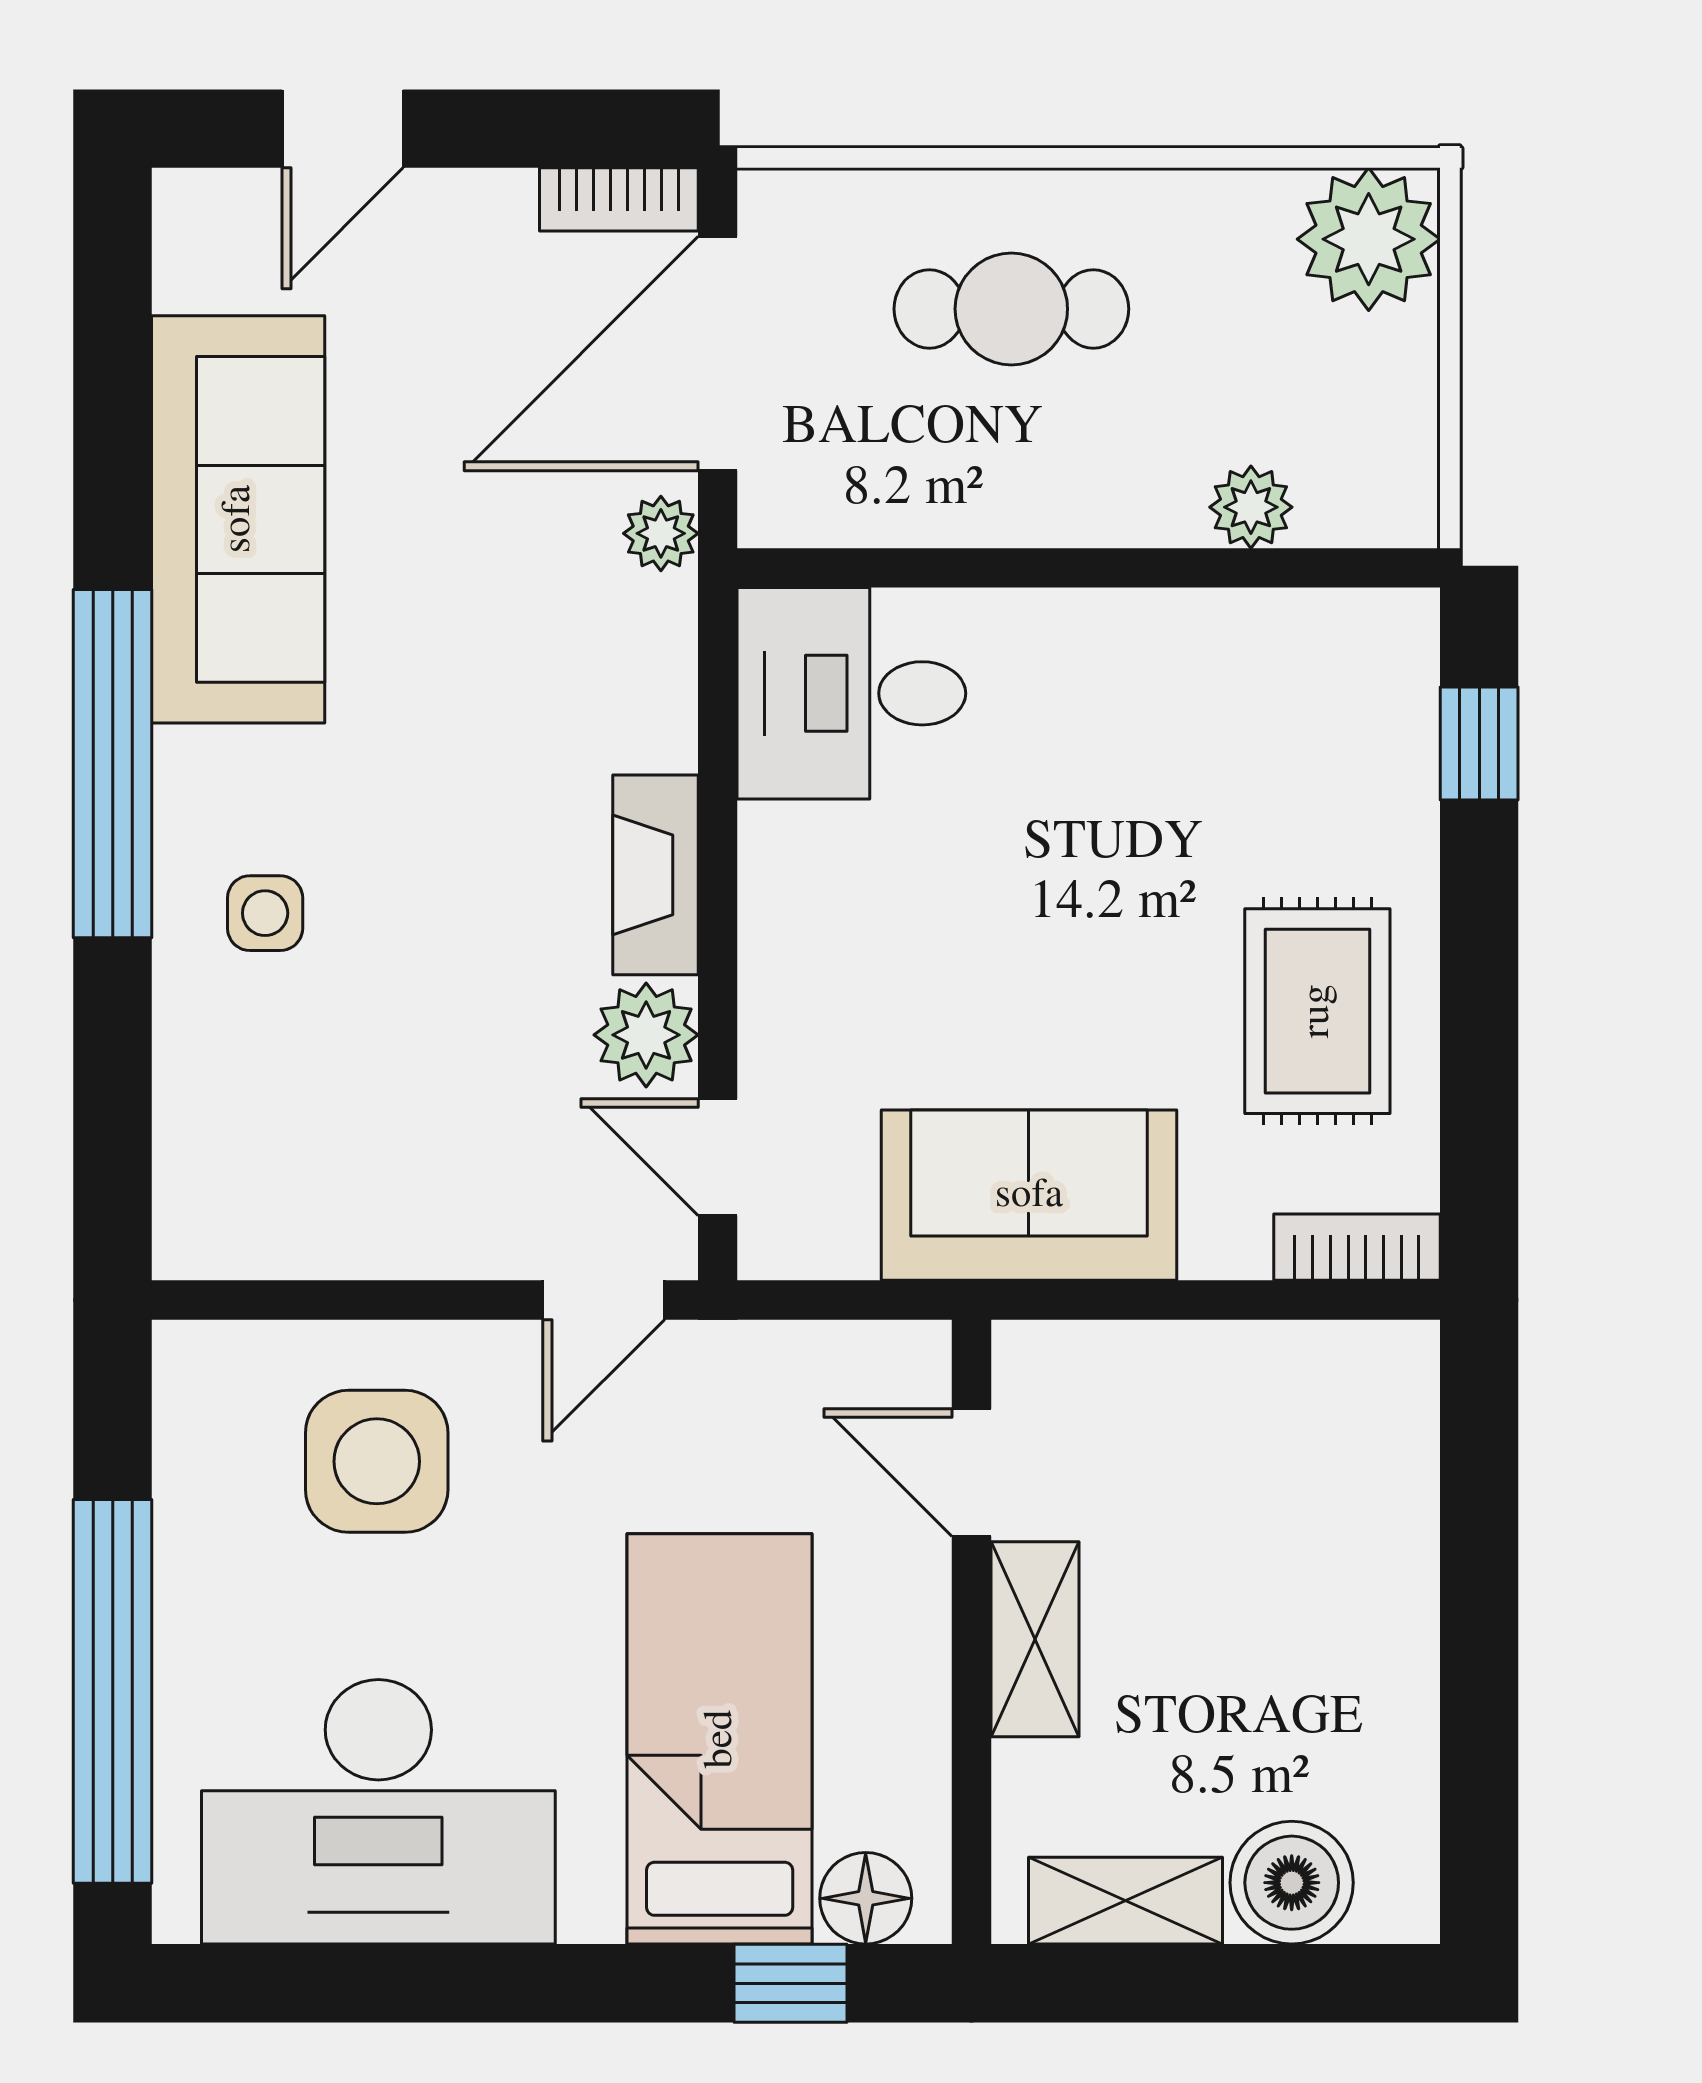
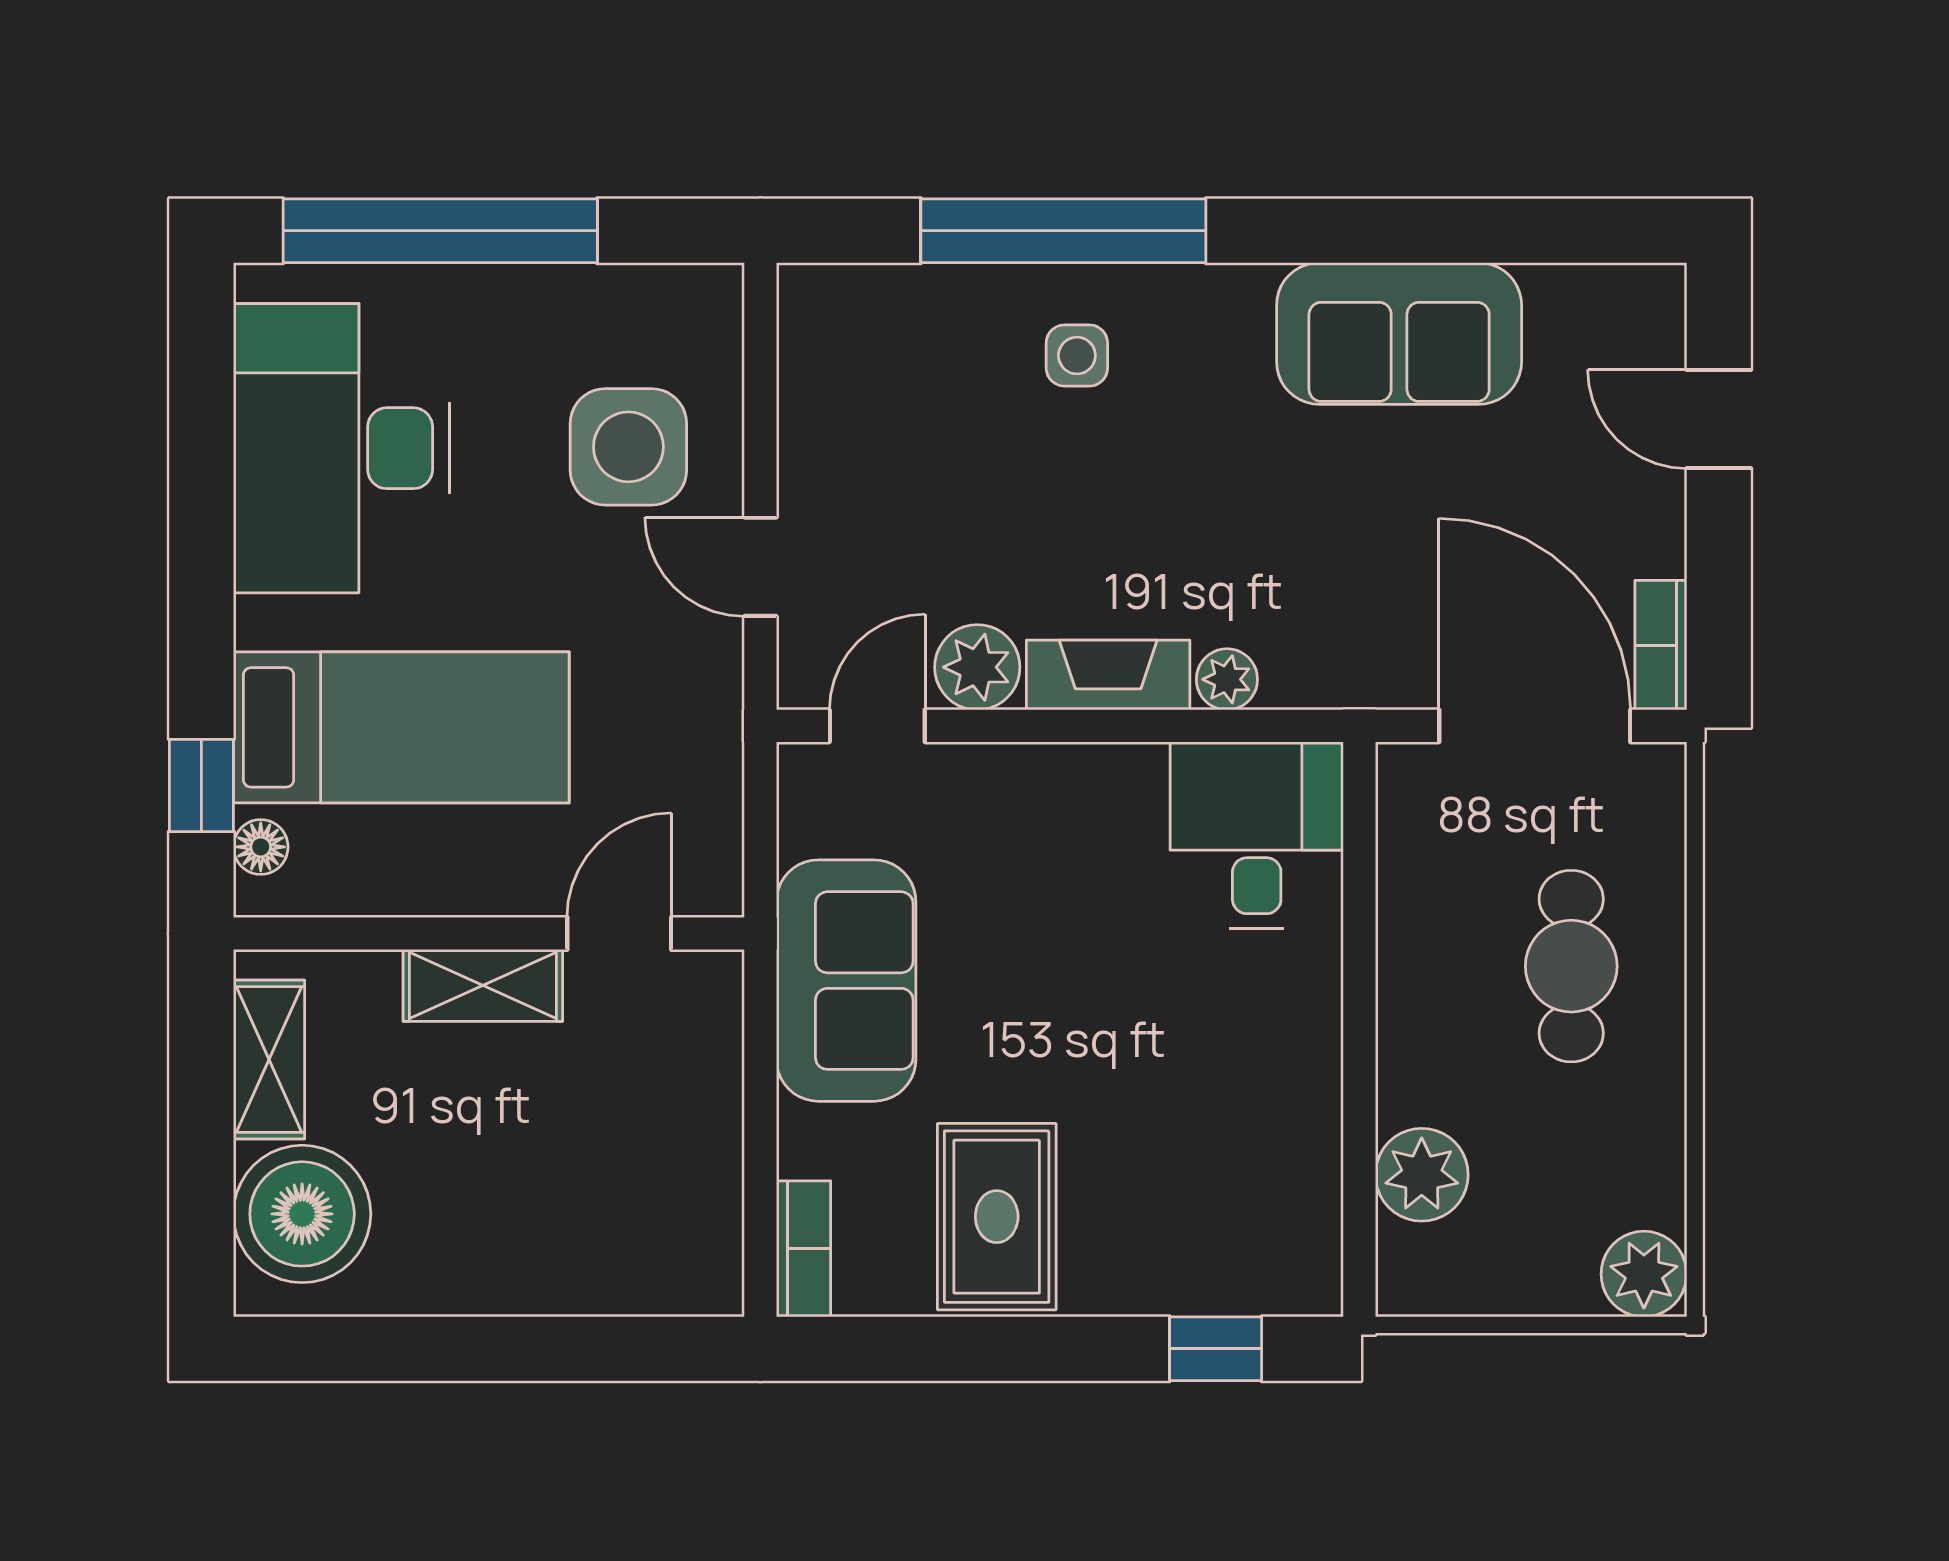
plant: (1369, 239) -> (1644, 1274), width x0.73, depth x0.73
plant: (1251, 507) -> (1422, 1175), width x1.38, depth x1.38
sofa: (238, 519) -> (1399, 333), width x0.73
plant: (661, 533) -> (1227, 679), moved
window: (113, 764) -> (1063, 231), moved
rug: (1317, 1011) -> (997, 1217), turned 90
door: (604, 1300) -> (760, 567), moved
boiler: (1292, 1883) -> (302, 1214), width x1.37, depth x1.37
floor lamp: (866, 1898) -> (261, 847), width x0.73, depth x0.73

